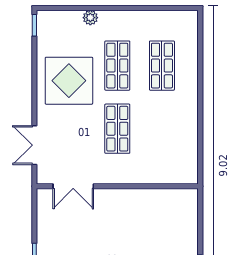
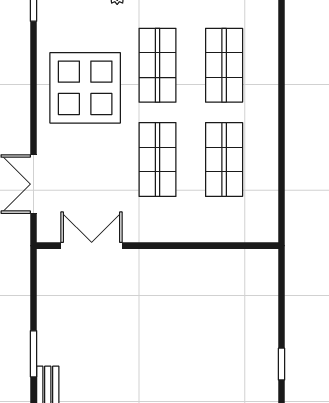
shop shelf: (162, 129) -> (224, 160), added
double door: (73, 186) -> (92, 246), swing flipped

